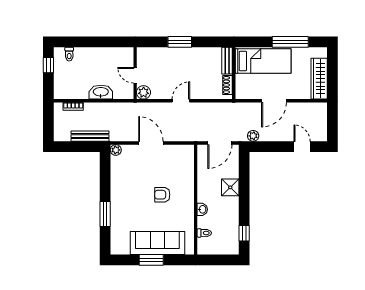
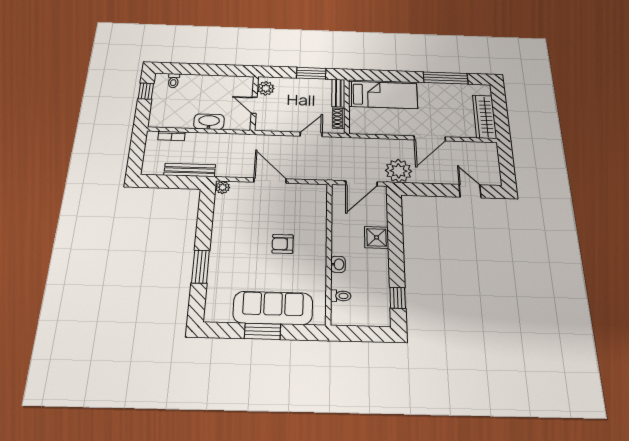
bench: (227, 61) -> (338, 93), moved
bed: (263, 61) -> (383, 95), moved
wall: (234, 73) -> (347, 106), moved
shoe rack: (228, 85) -> (339, 118), moved
plant: (144, 92) -> (266, 88), moved
plant: (253, 136) -> (399, 171), width x1.87, depth x1.87

